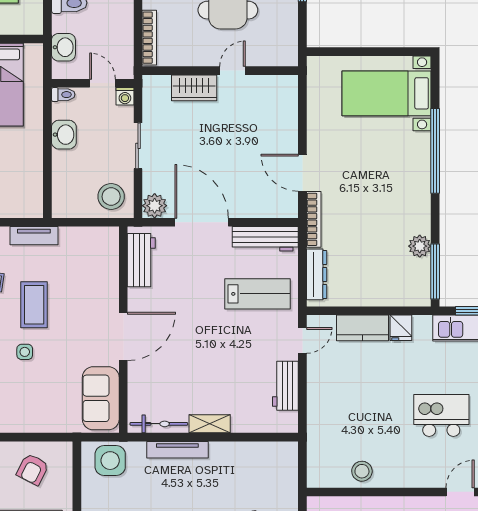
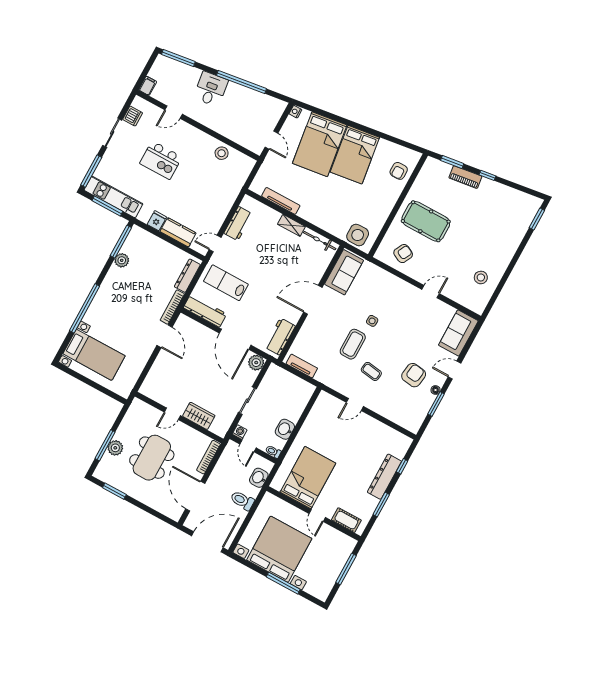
stool: (111, 197) -> (277, 381), removed
tv unit: (34, 236) -> (302, 366), moved
tv unit: (177, 450) -> (281, 201), moved

